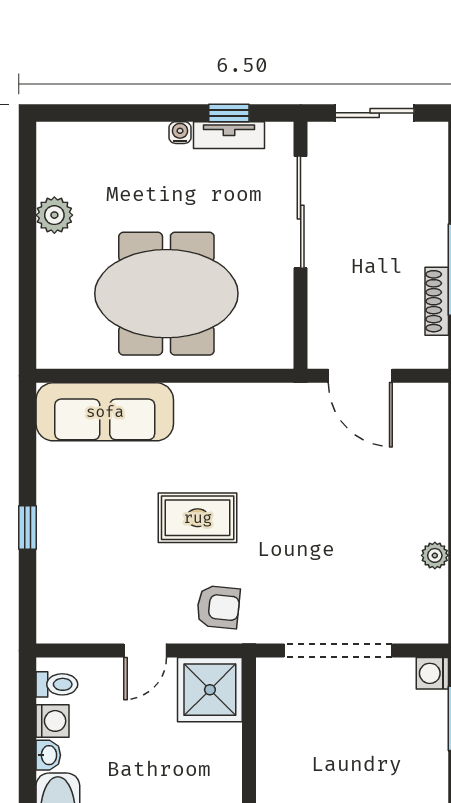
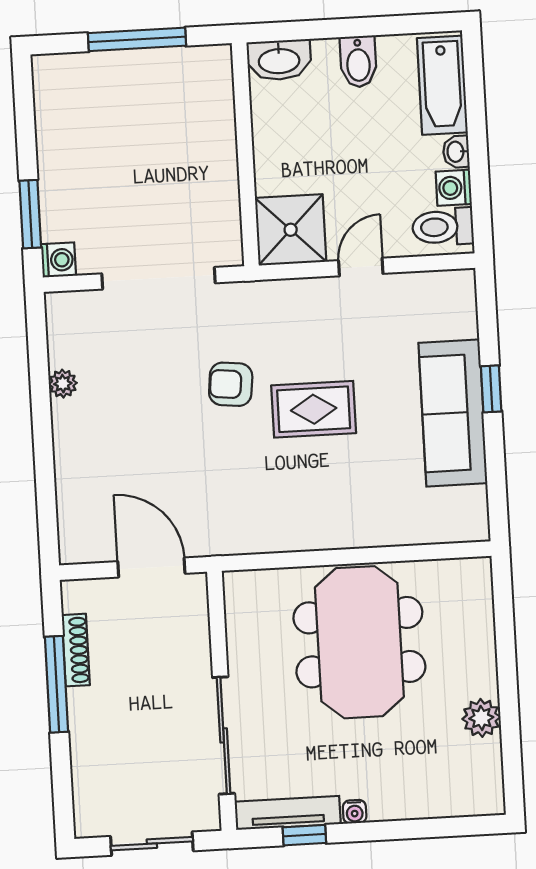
tv unit: (229, 135) -> (288, 813), width x1.41
meeting table: (166, 294) -> (359, 642), turned 90
sofa: (105, 412) -> (453, 413), moved, turned -90
armchair: (218, 607) -> (231, 384), moved
toilet: (57, 684) -> (443, 227), width x1.37, depth x1.39

